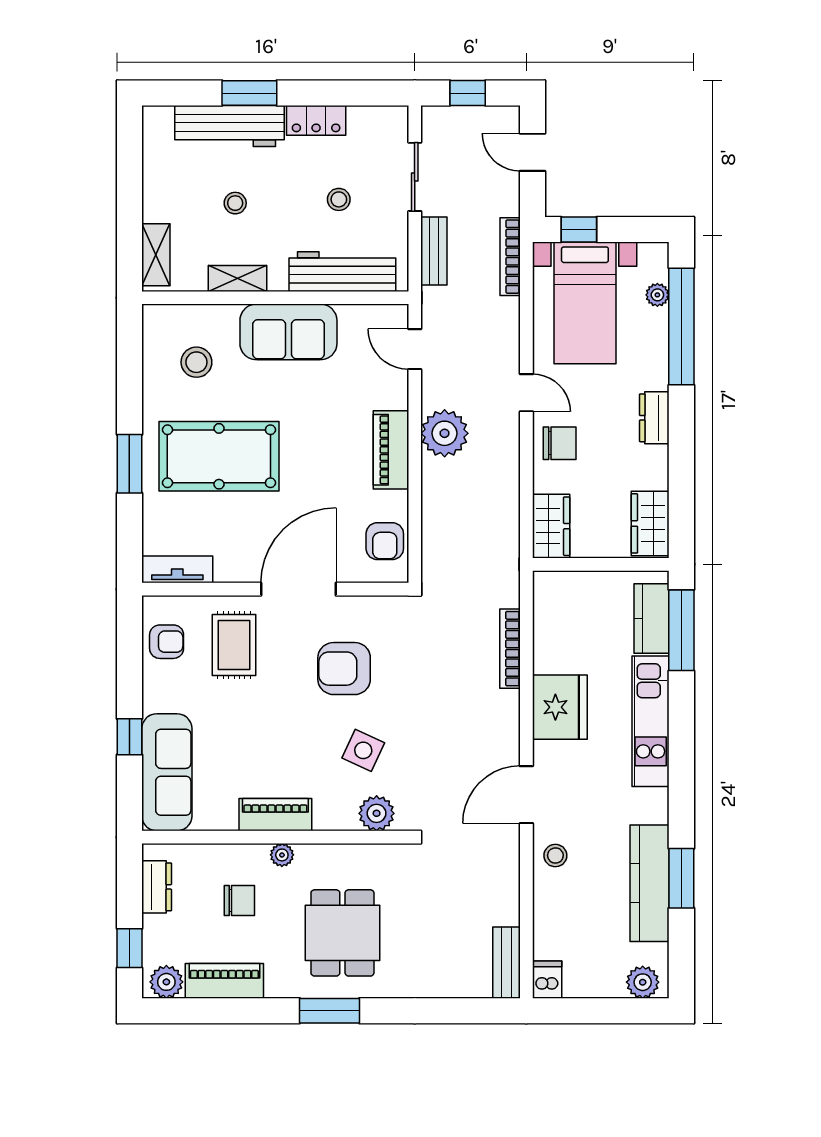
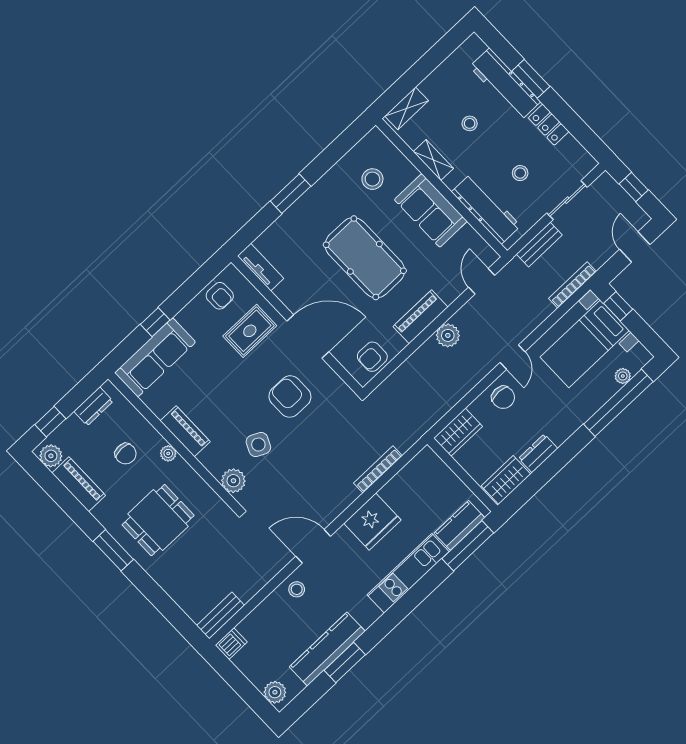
dresser: (654, 418) -> (538, 453), moved
plant: (445, 433) -> (448, 335), width x0.73, depth x0.73
pool table: (219, 456) -> (365, 258), moved

